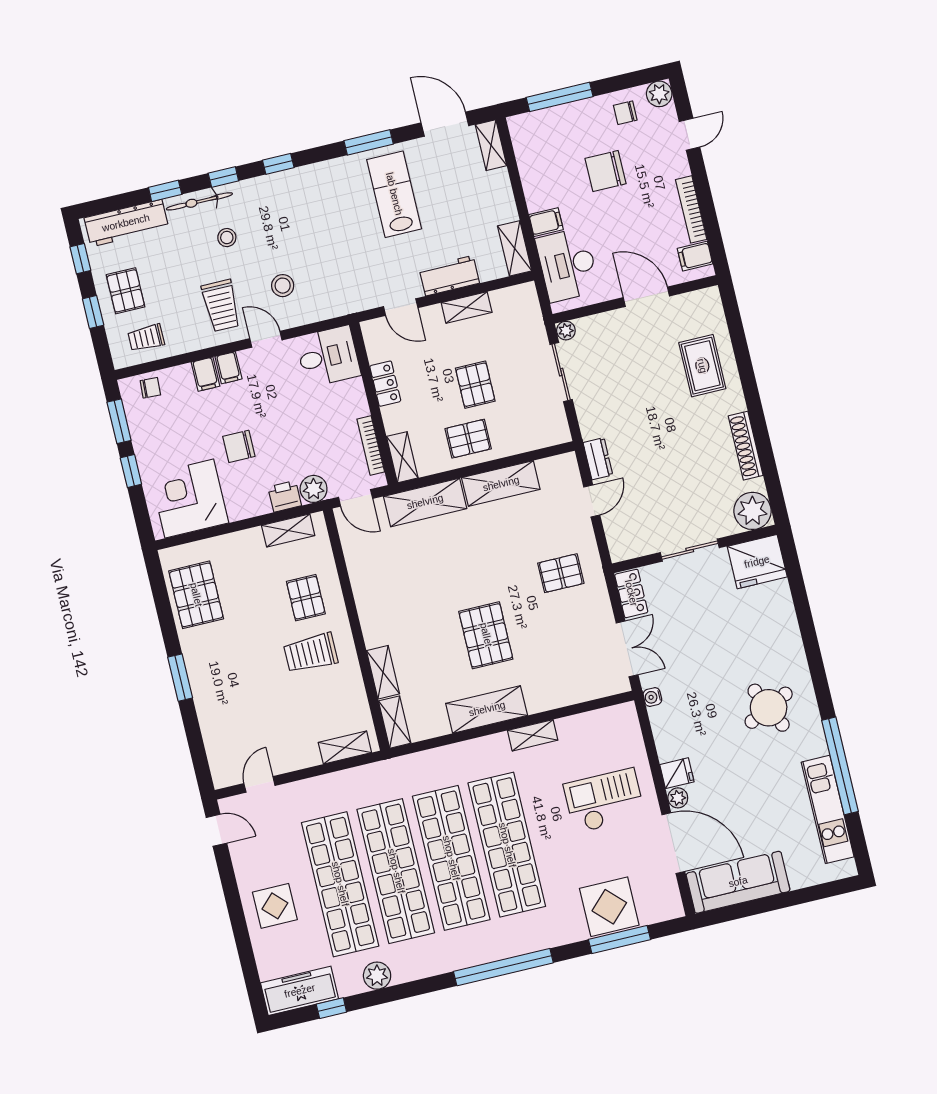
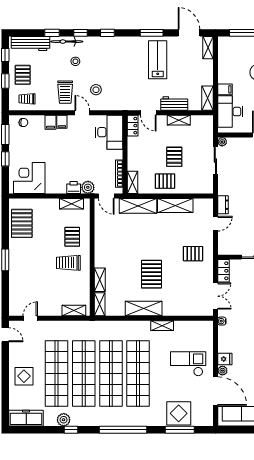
desk: (328, 356) -> (109, 132), width x1.37
locker: (385, 384) -> (133, 126), moved
chair: (239, 446) -> (58, 159), removed
window: (331, 1008) -> (71, 430), moved

